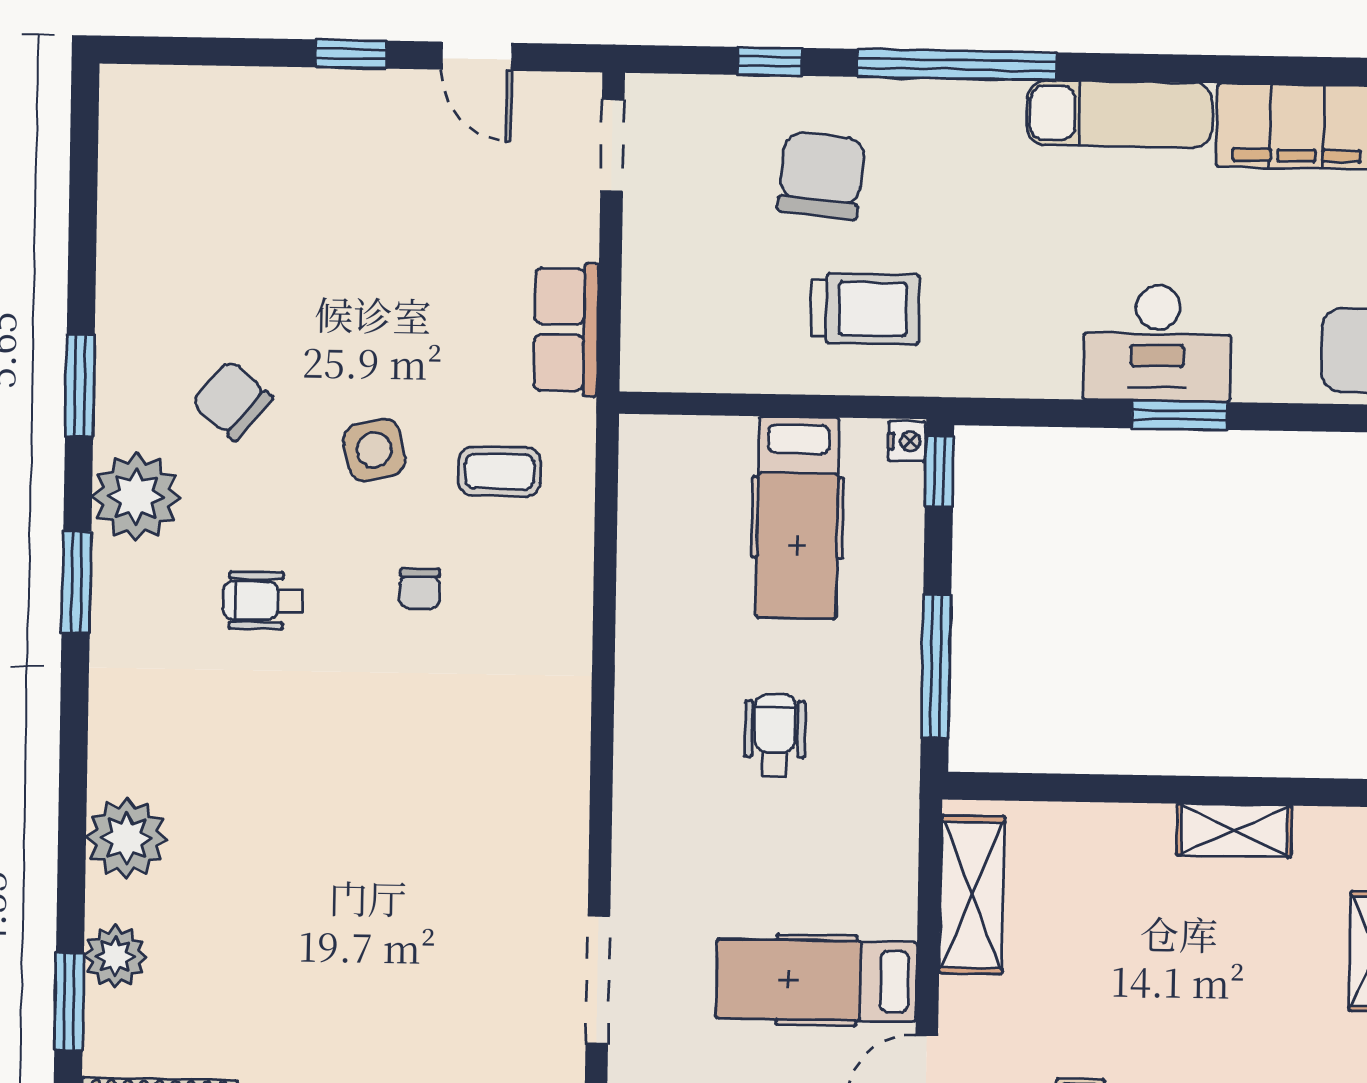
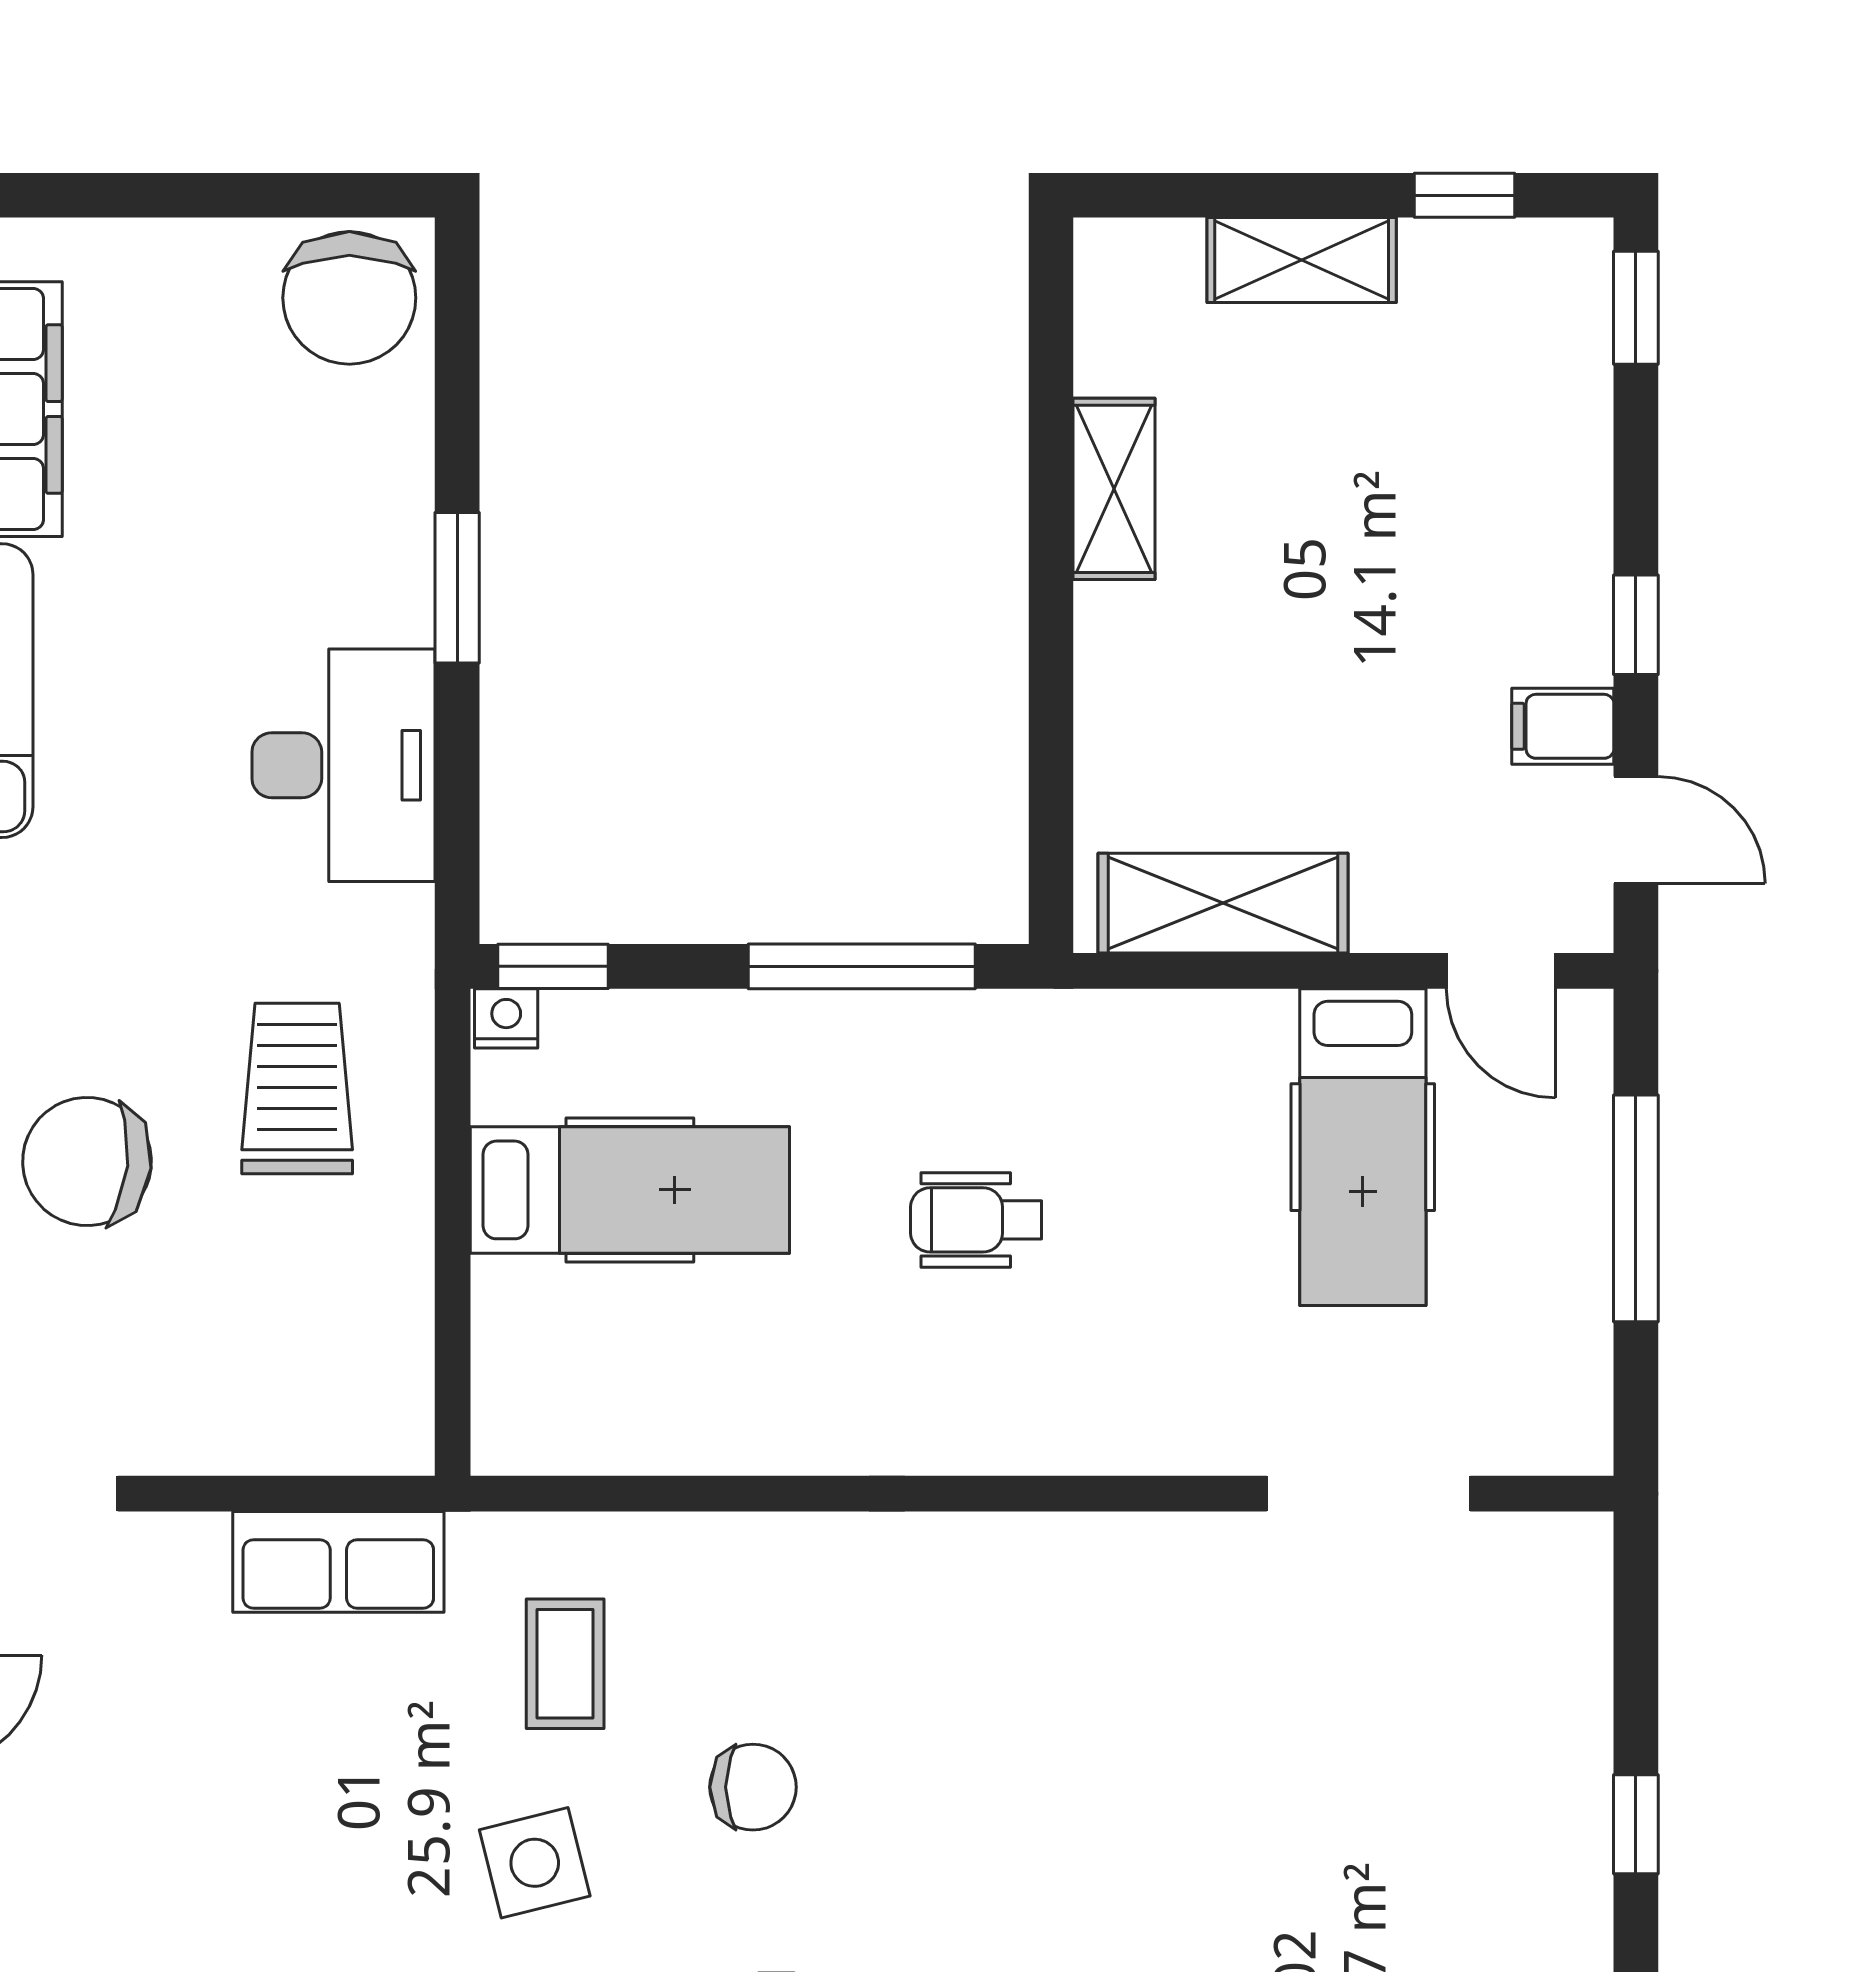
desk: (1157, 343) -> (344, 765), moved
chair: (420, 589) -> (753, 1787), width x1.37, depth x1.37

